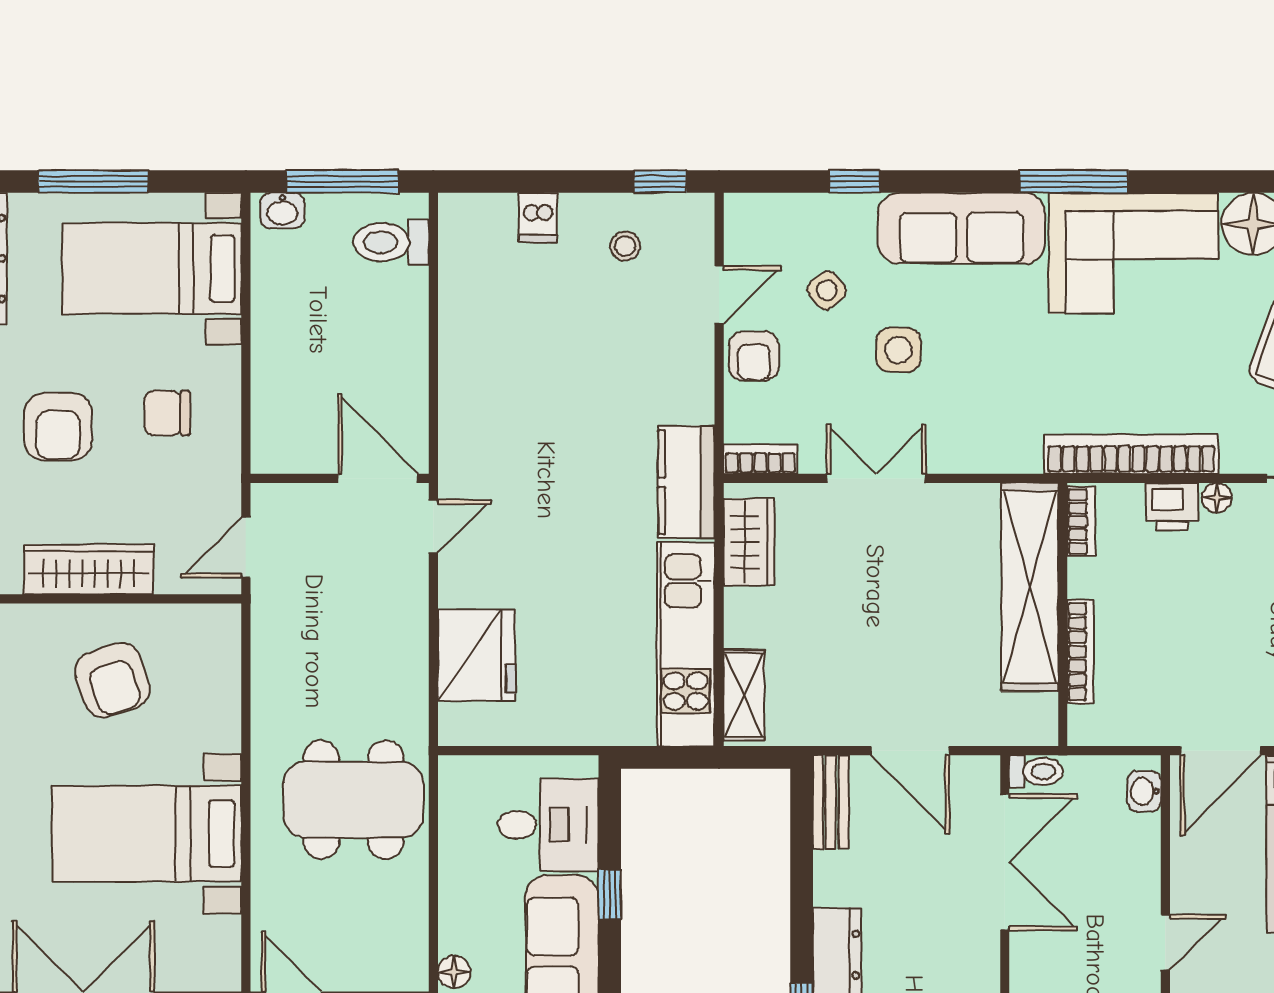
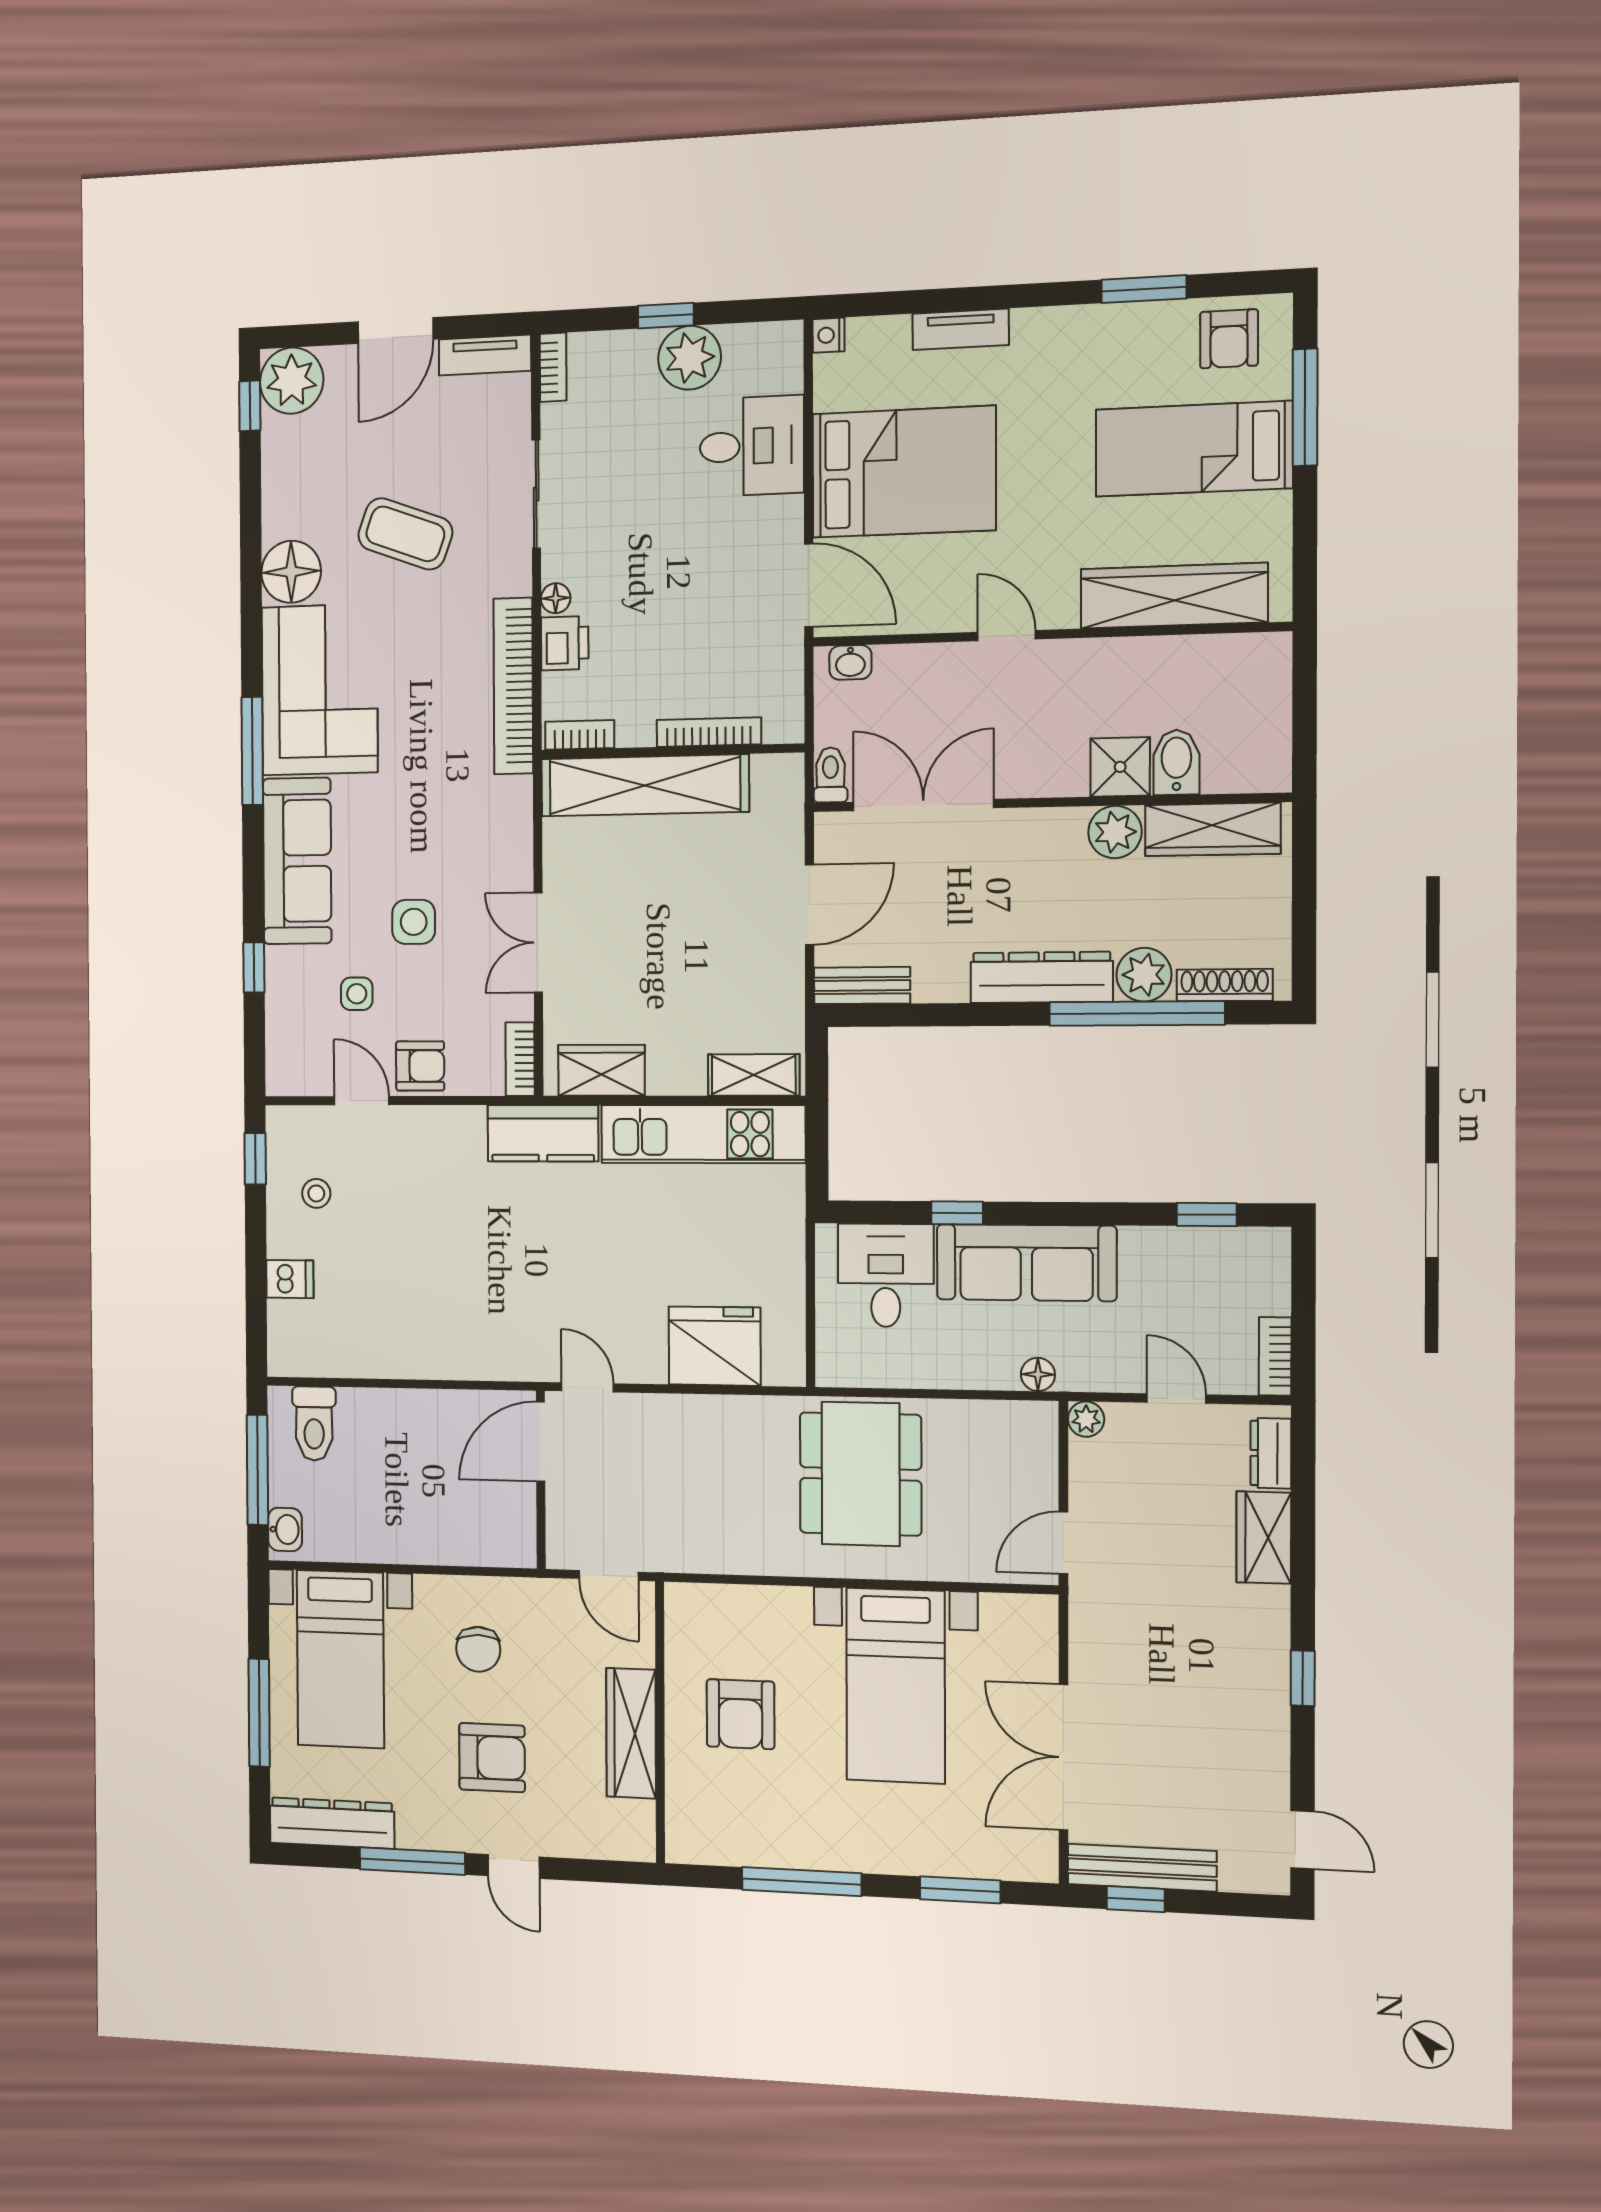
side table: (827, 290) -> (357, 994), turned 38
armchair: (112, 680) -> (741, 1714), turned 108

